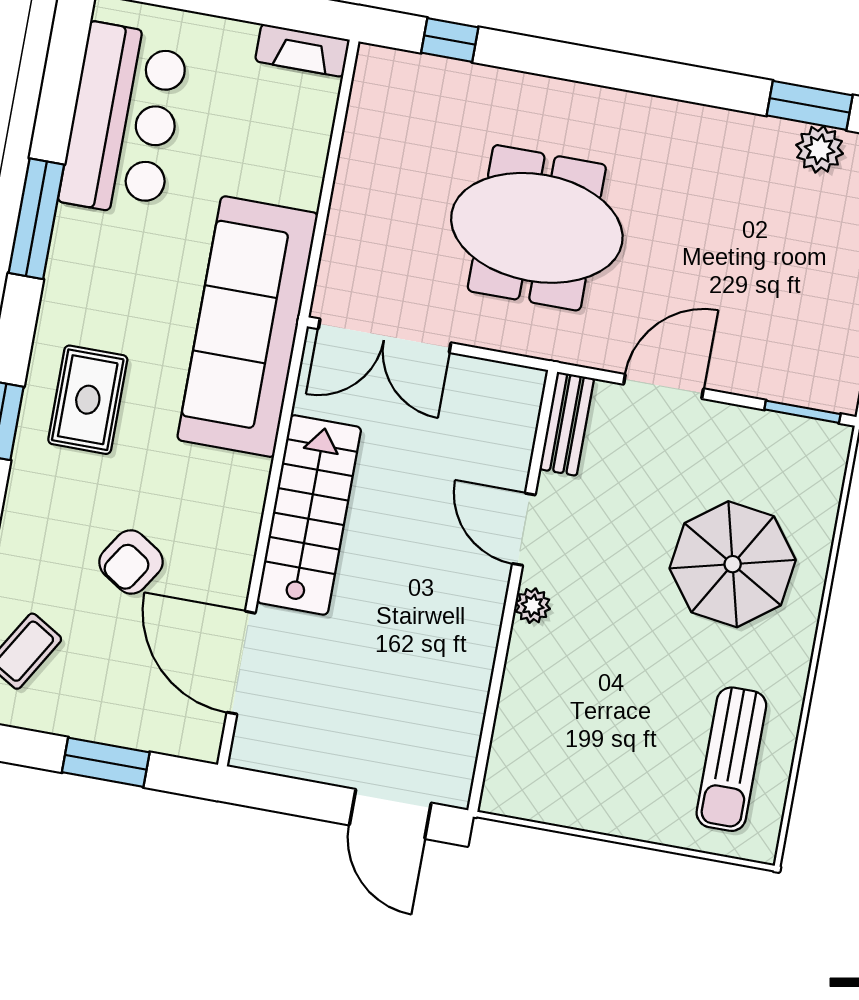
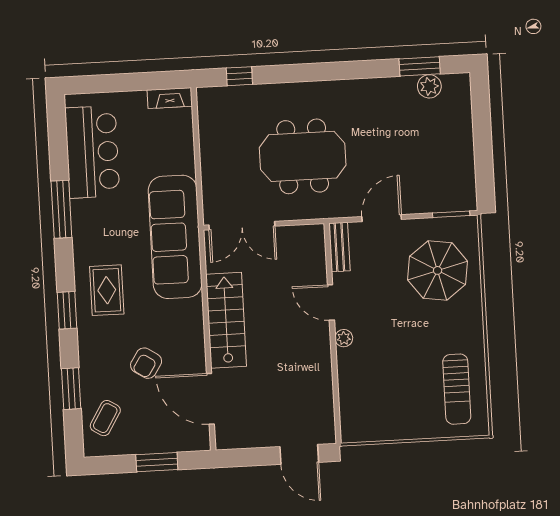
parasol: (733, 564) -> (438, 270), moved

